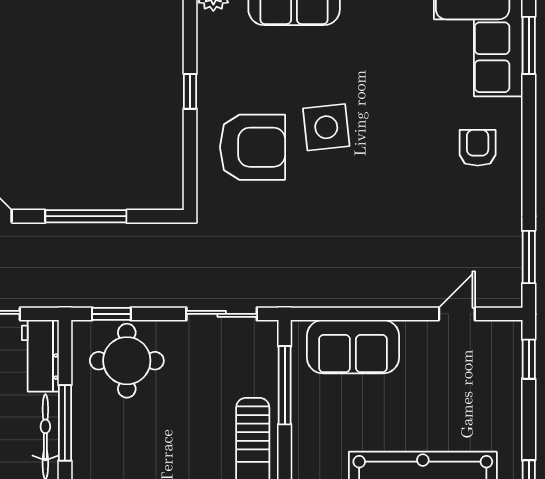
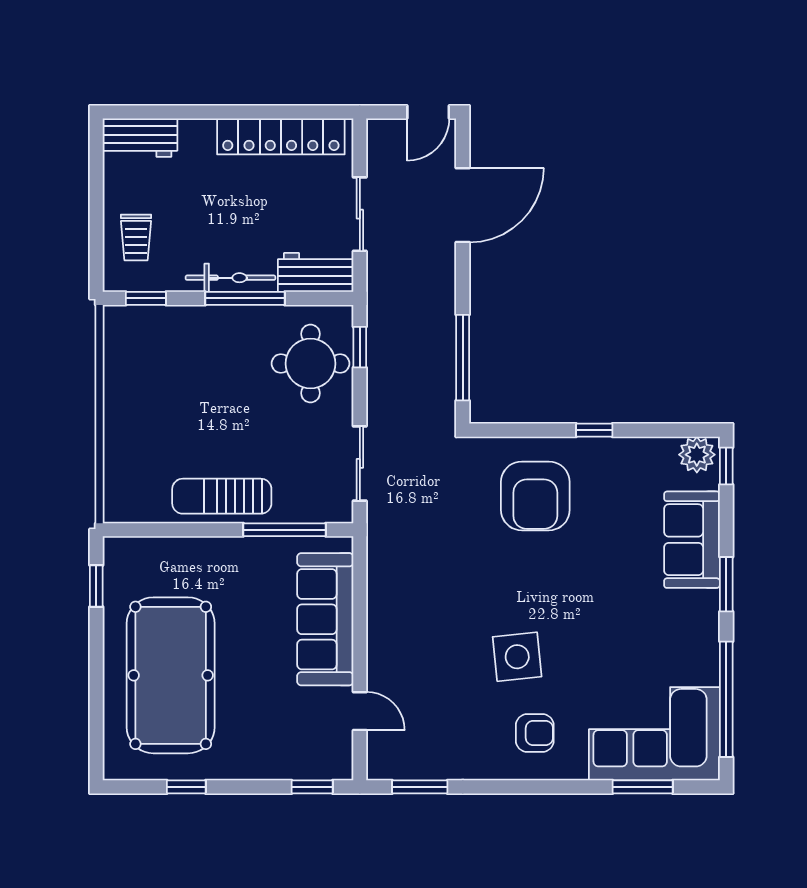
side table: (326, 127) -> (517, 657), moved
window: (86, 216) -> (463, 358), moved
sofa: (353, 347) -> (325, 619), width x1.36

